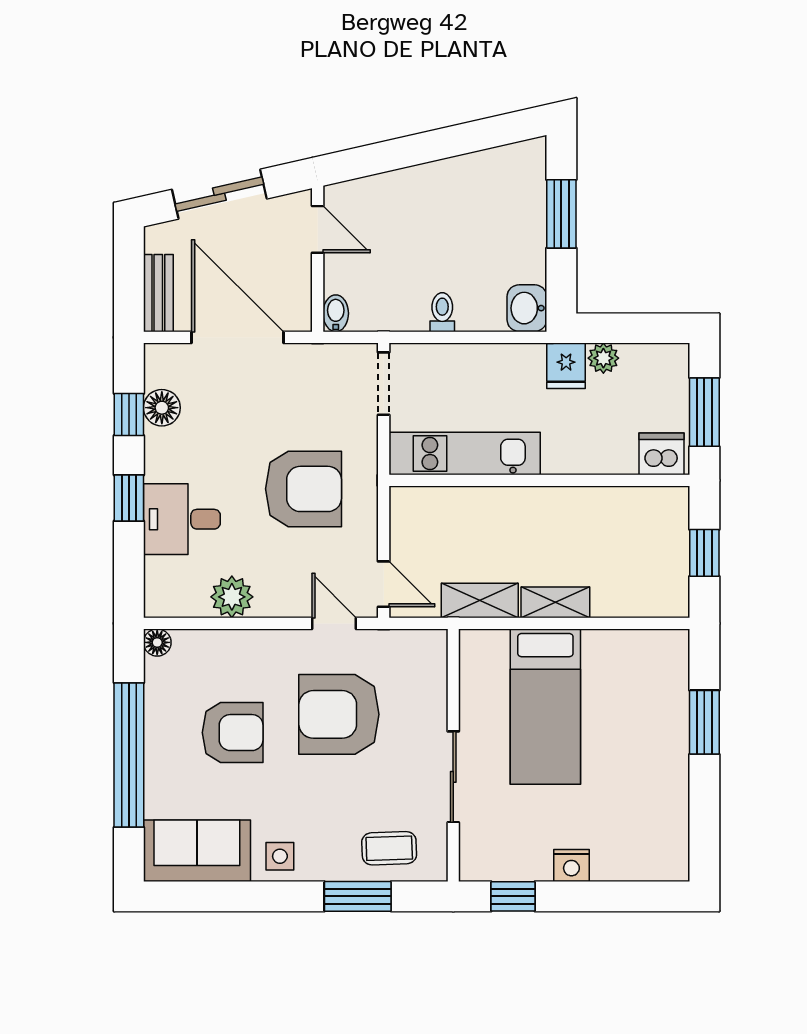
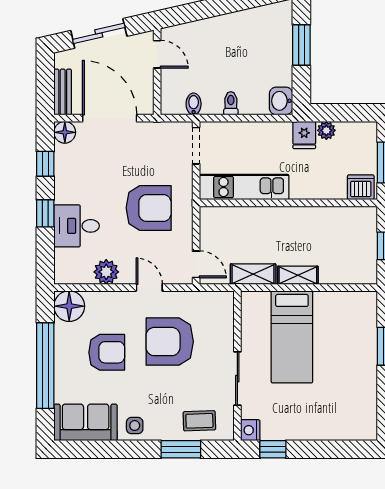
bidet: (336, 313) -> (194, 104), moved
floor lamp: (162, 408) -> (65, 132), moved
door: (334, 623) -> (149, 288), moved
floor lamp: (157, 642) -> (69, 306), width x1.89, depth x1.89
nightstand: (571, 865) -> (250, 430), moved, turned 90

